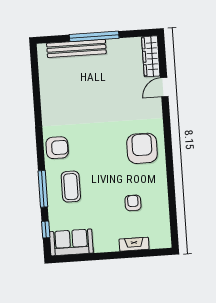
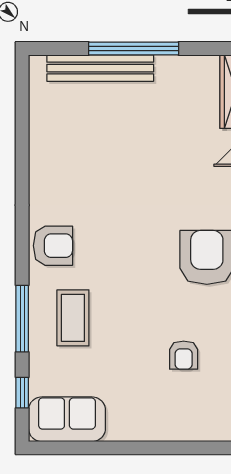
armchair: (133, 203) -> (184, 355), turned 180
fireplace: (134, 244) -> (180, 430), removed

